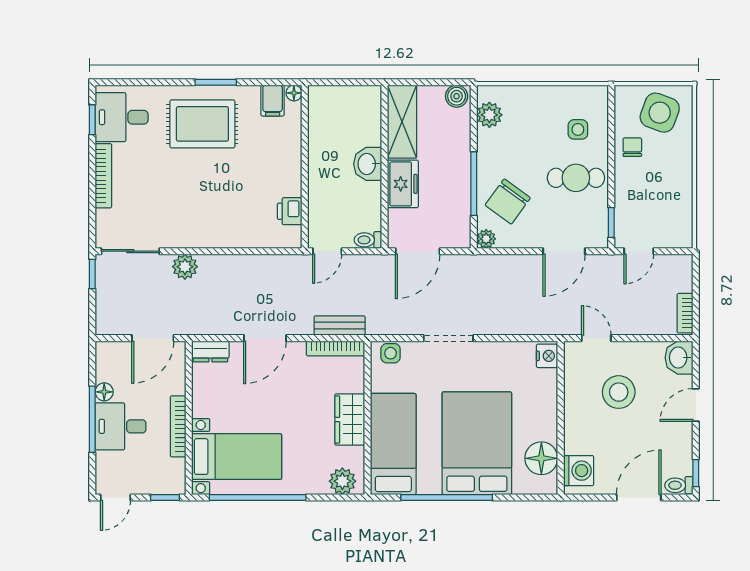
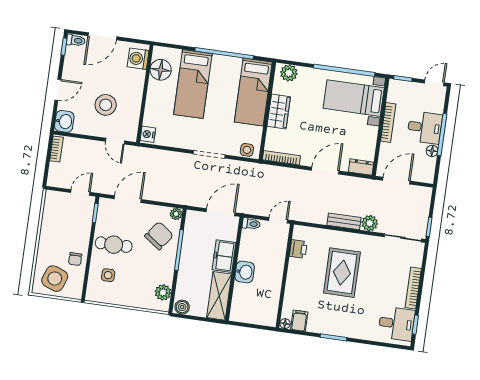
rug: (202, 124) -> (342, 273), moved, turned 90
bench: (340, 325) -> (344, 221), moved
bed: (477, 443) -> (193, 84), width x0.67

